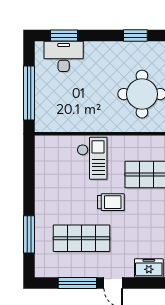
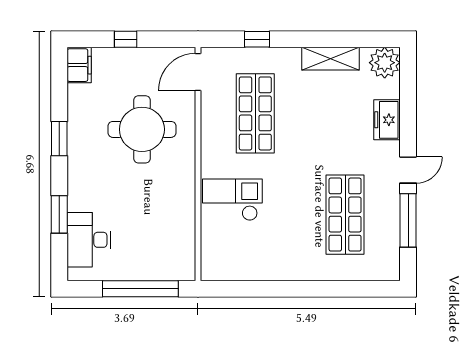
window: (64, 35) -> (59, 214), moved
trolley: (111, 202) -> (294, 173), removed
window: (29, 234) -> (340, 289), removed

